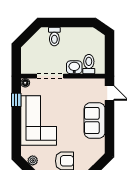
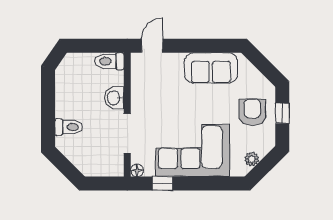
toilet: (89, 64) -> (109, 61), moved
sofa: (95, 121) -> (211, 68), moved

